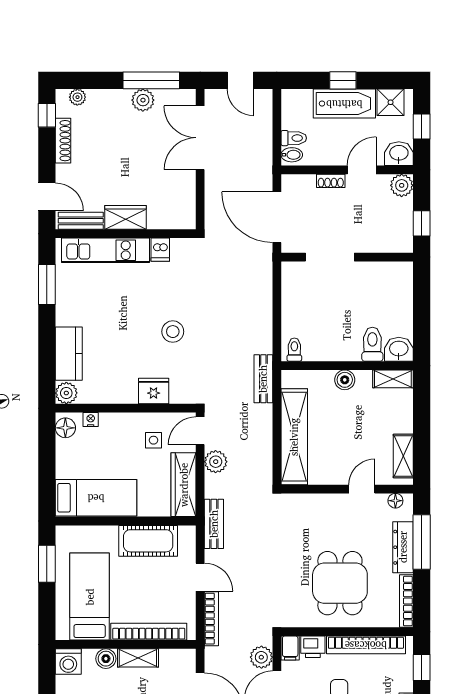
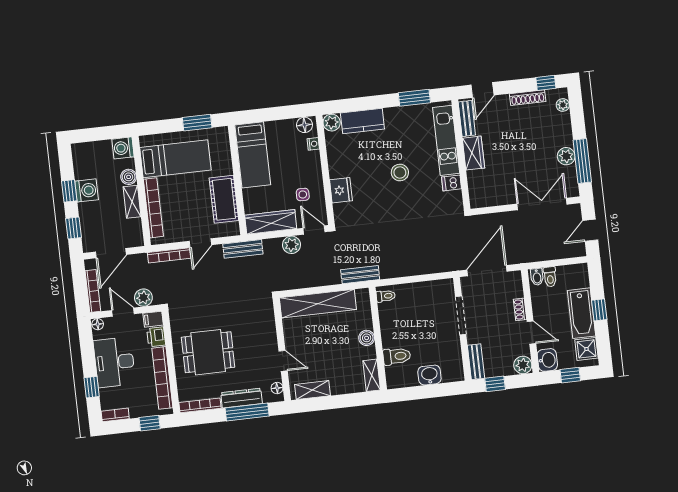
bench: (391, 244) -> (476, 362), added
stool: (173, 332) -> (400, 172), moved
washbasin: (399, 349) -> (429, 375), moved, turned -90

